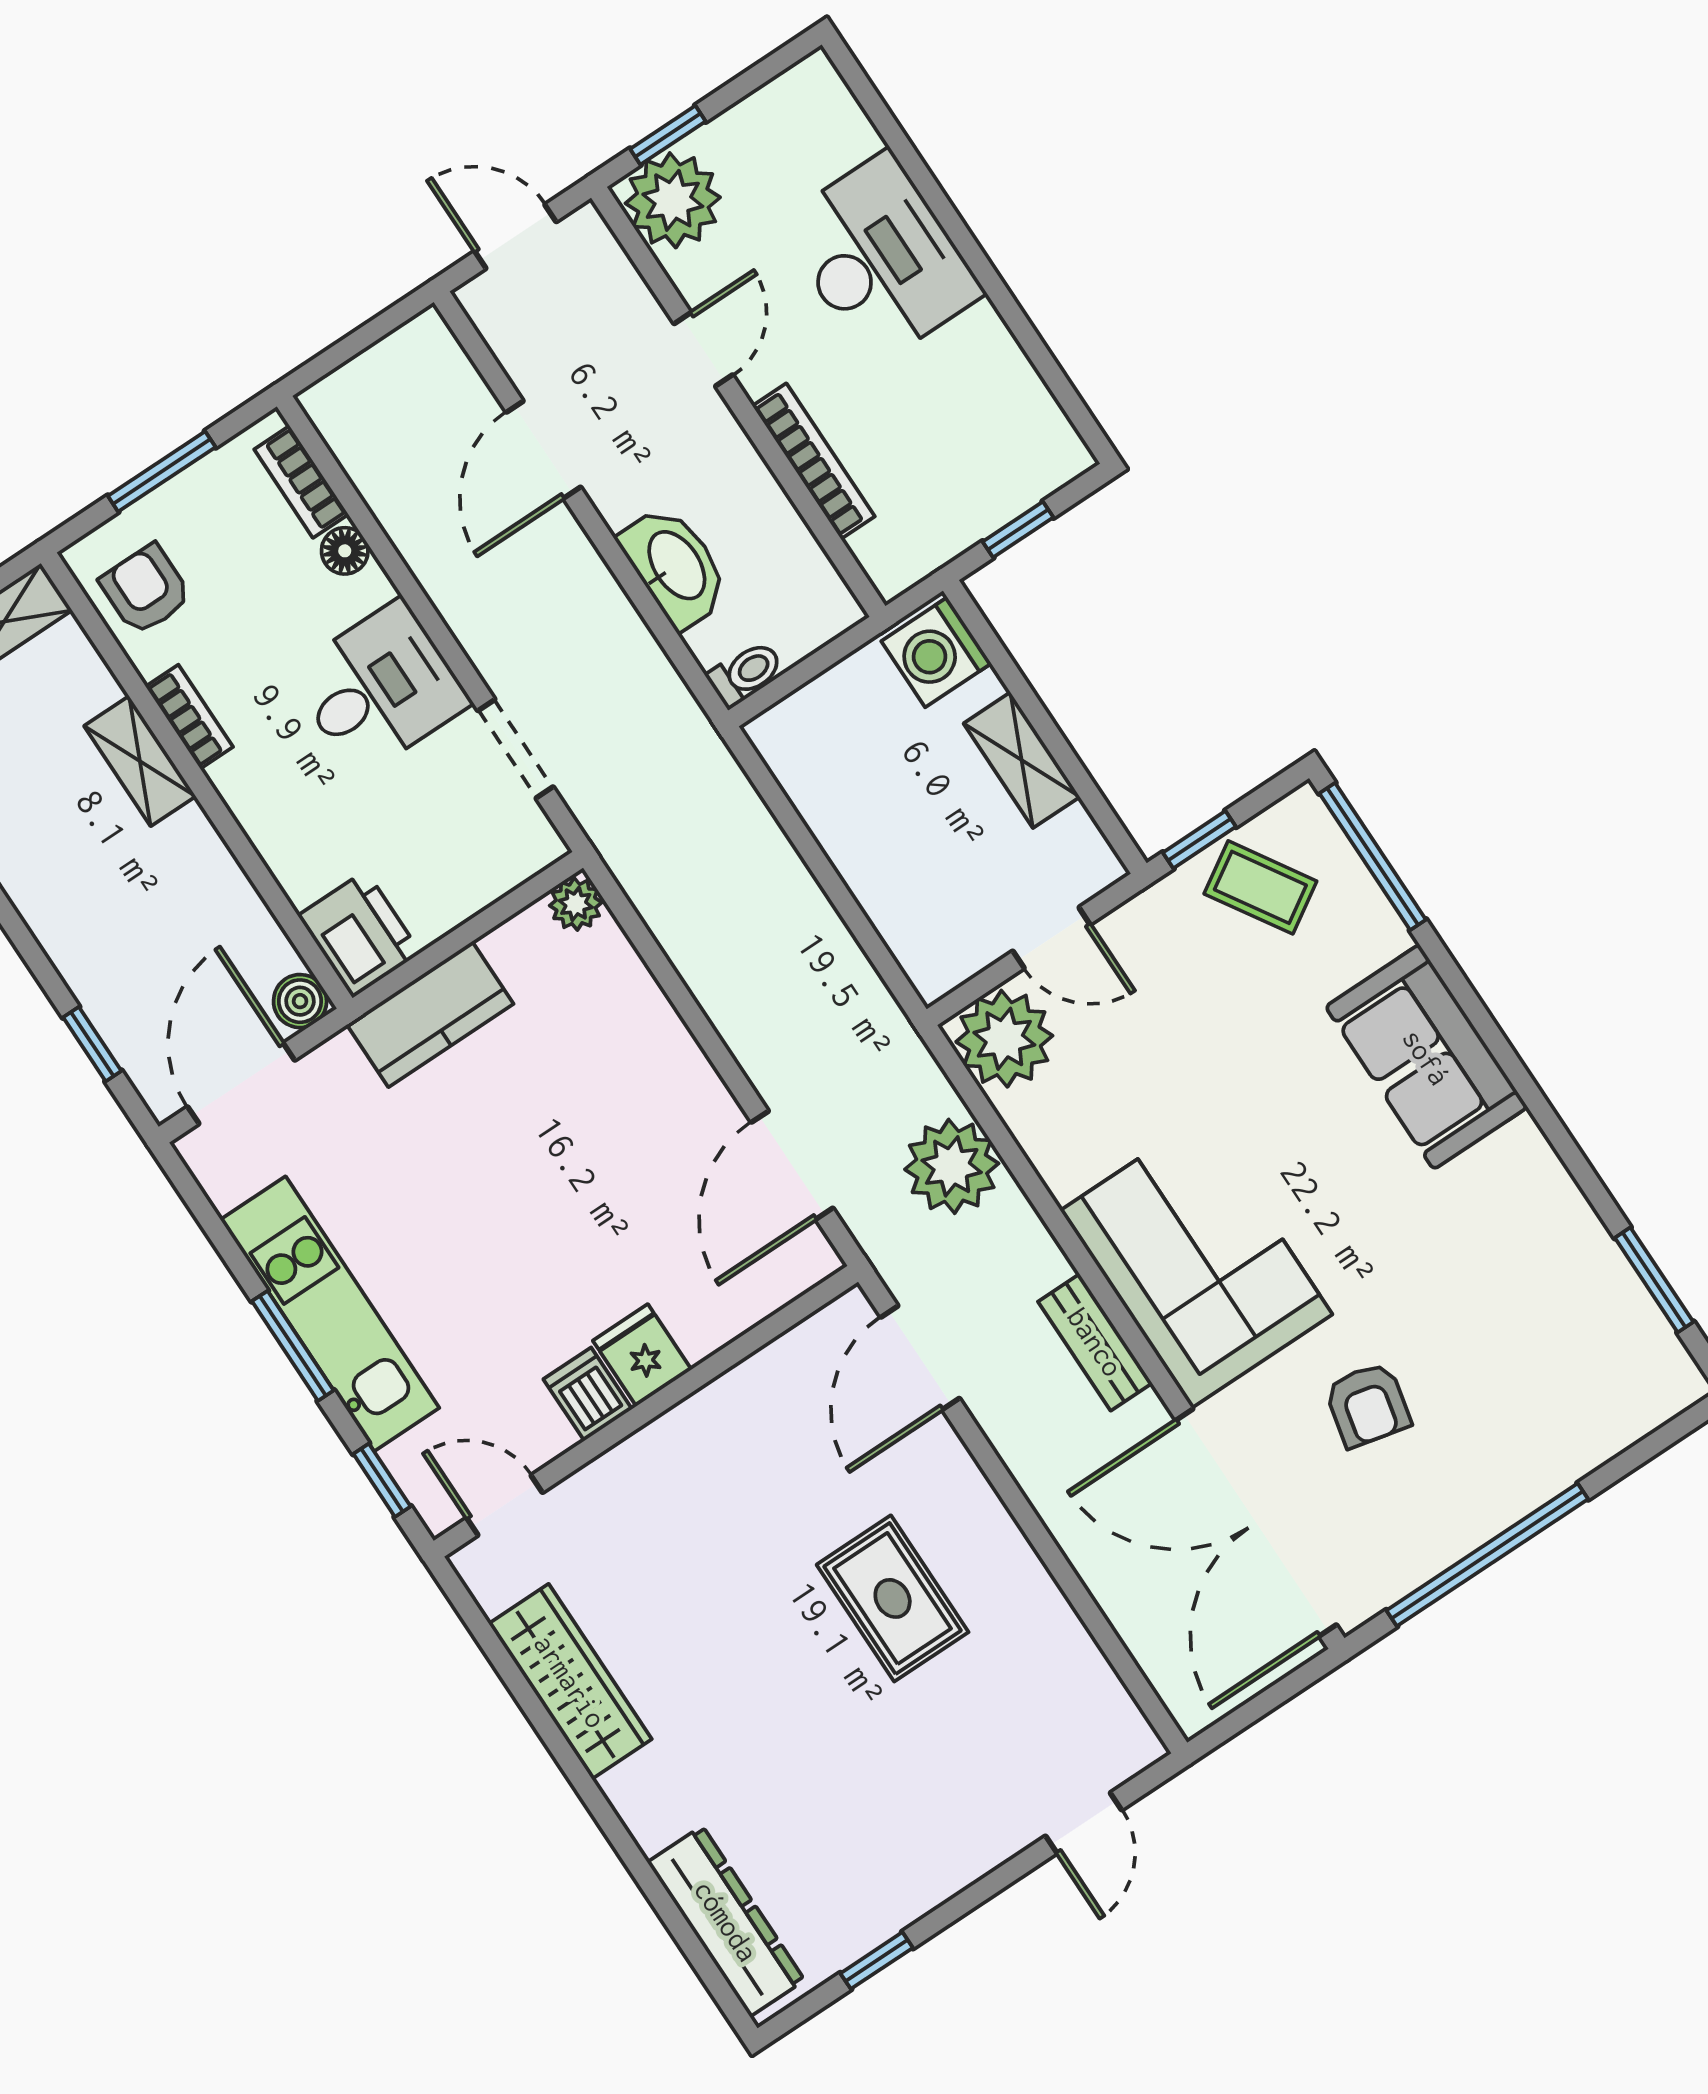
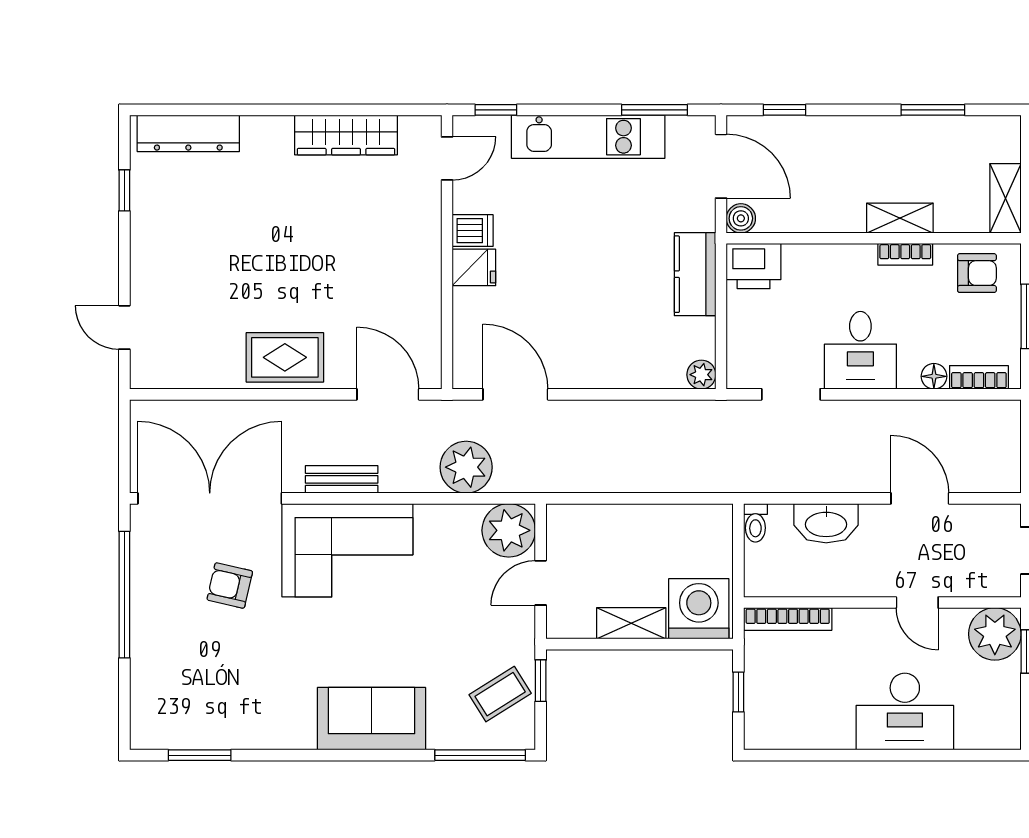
bookcase: (814, 461) -> (788, 619), moved
washing machine: (936, 652) -> (699, 609), width x1.37, depth x1.37
window: (293, 1346) -> (655, 110), moved
rug: (893, 1598) -> (285, 357), moved

